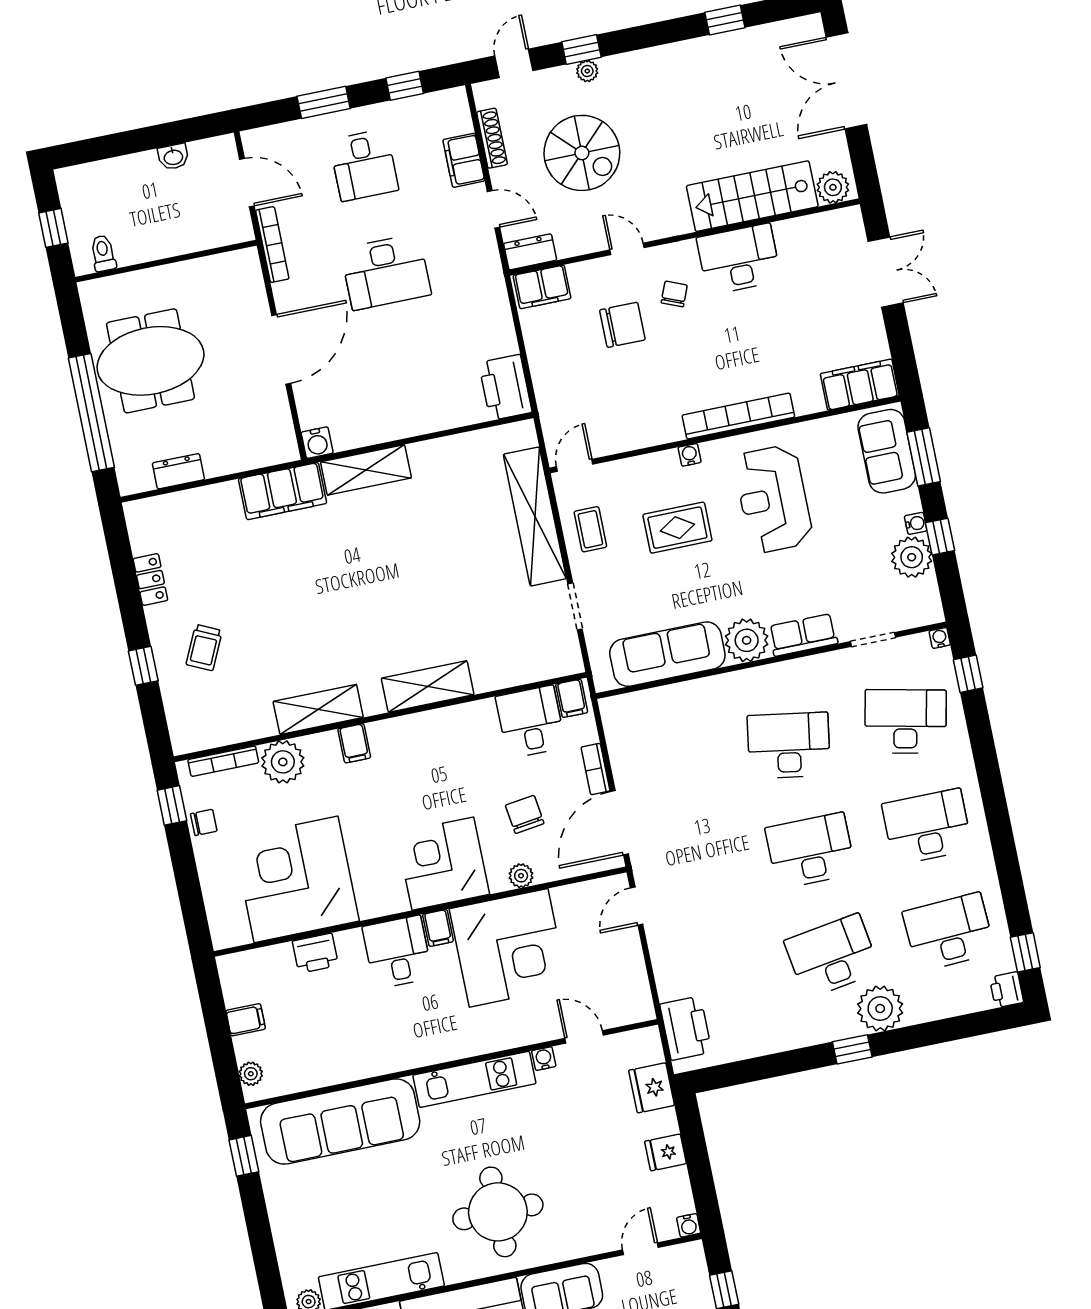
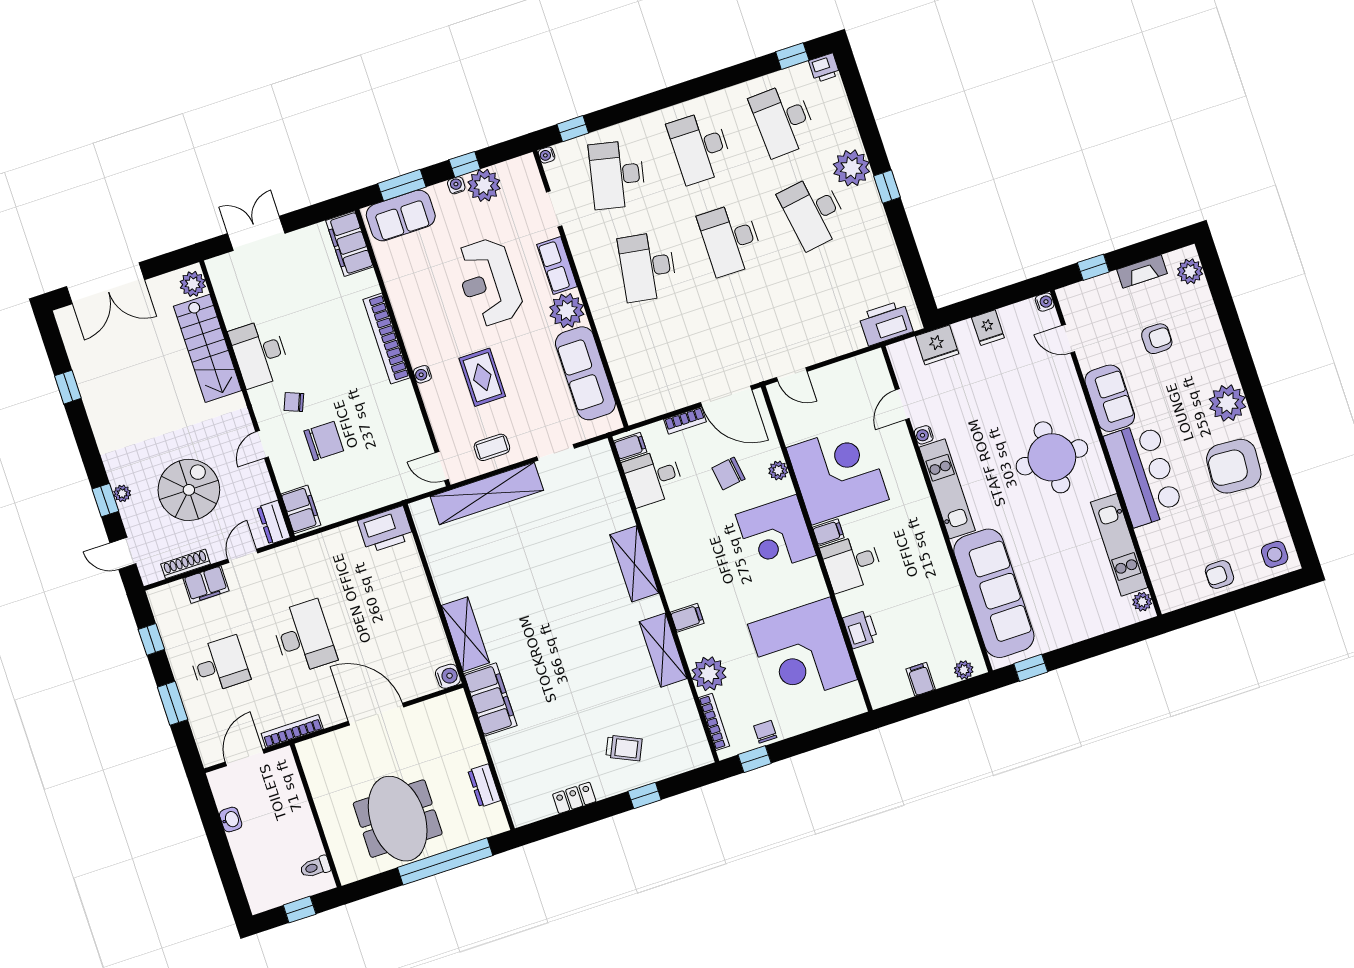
chair: (622, 325) -> (324, 441), turned 90
reception desk: (773, 499) -> (489, 282), moved, turned 90

